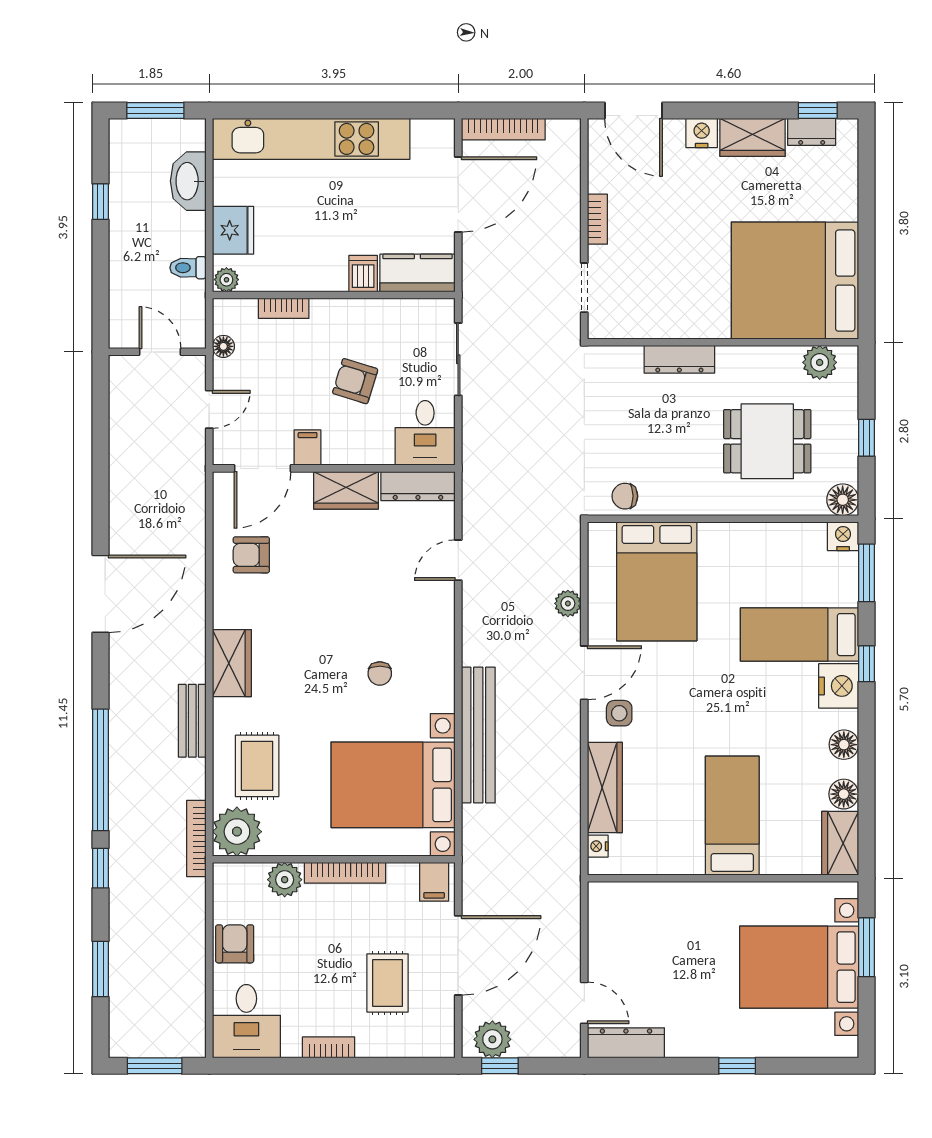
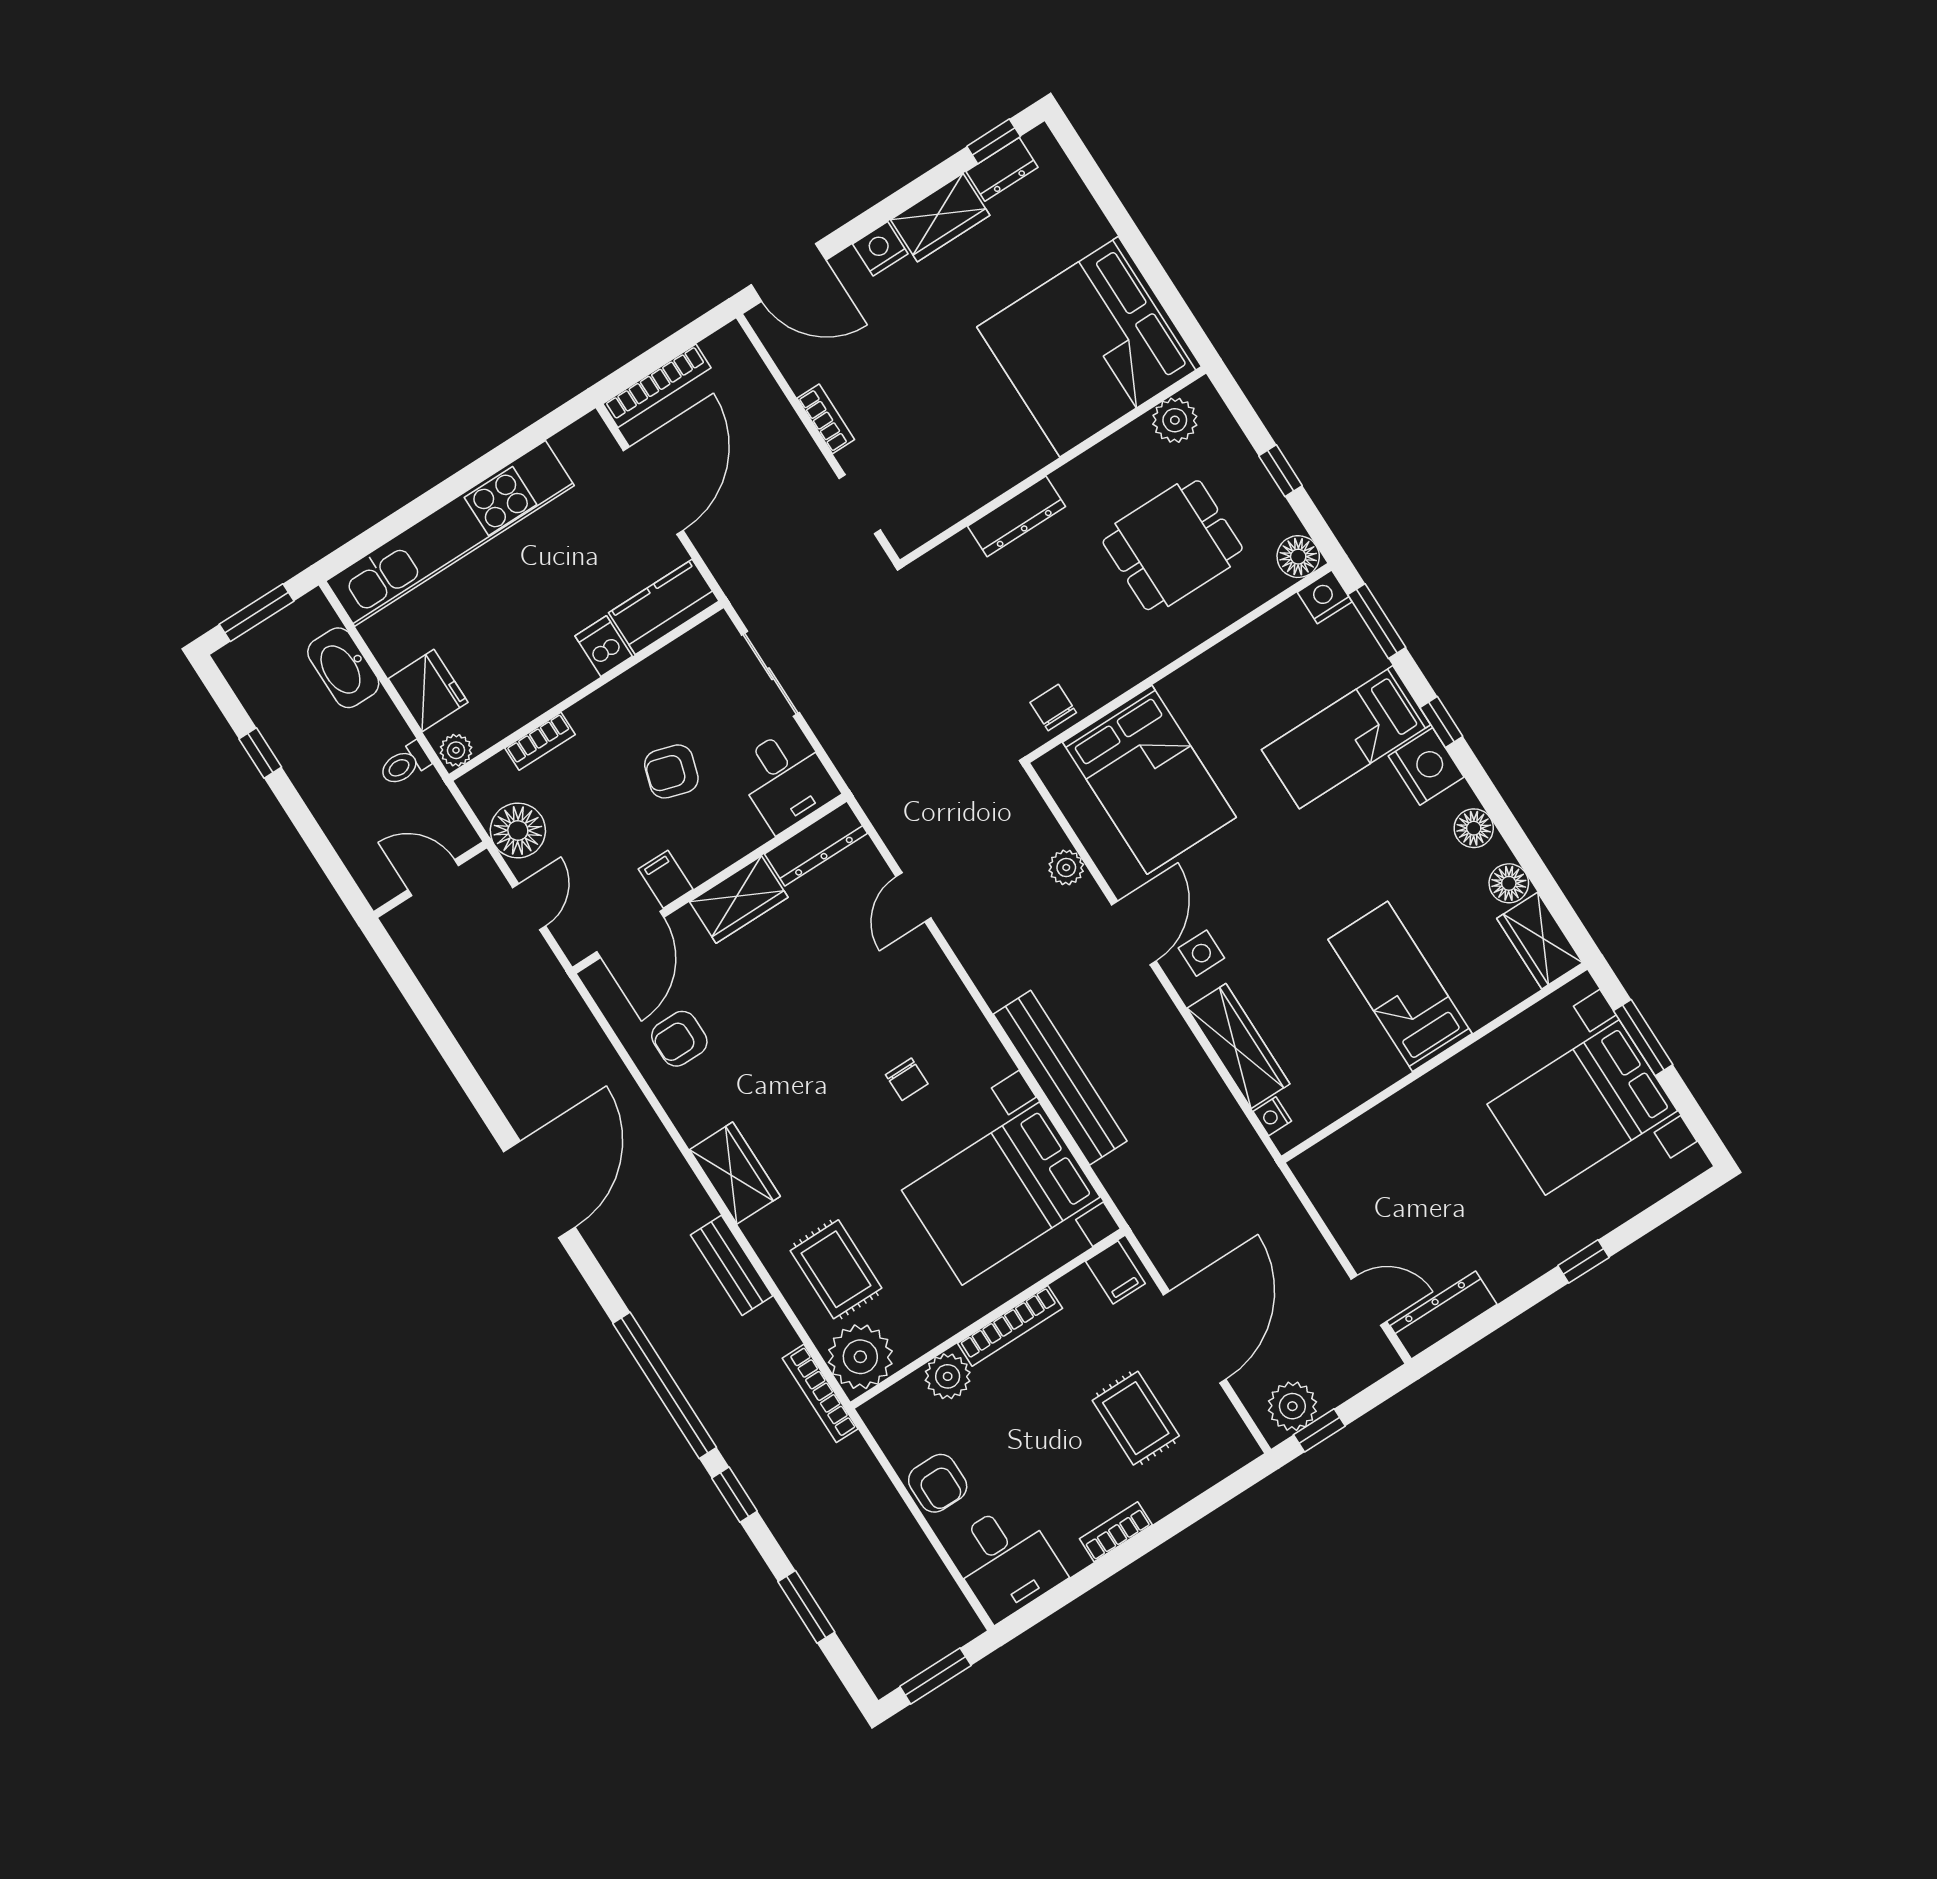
floor lamp: (223, 346) -> (518, 831), width x1.89, depth x1.89
chair: (625, 496) -> (1053, 707), turned 90
armchair: (235, 944) -> (938, 1483), turned 180

